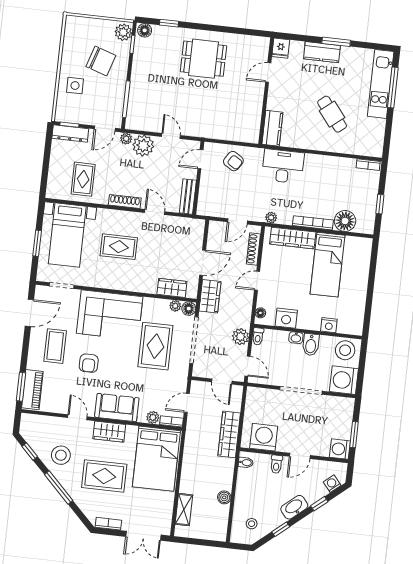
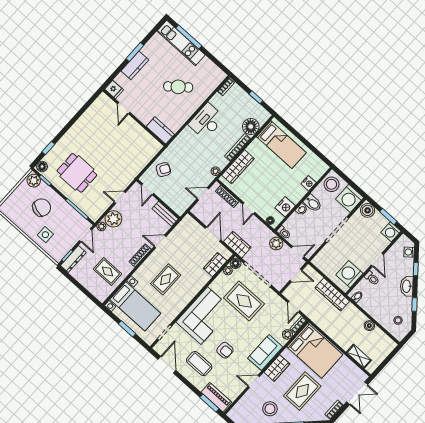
dining table: (204, 59) -> (77, 173), moved, turned 90
desk: (283, 166) -> (206, 121), moved
door: (237, 221) -> (203, 194), swing flipped
bed: (328, 265) -> (281, 145), moved
boiler: (345, 408) -> (368, 210), added

